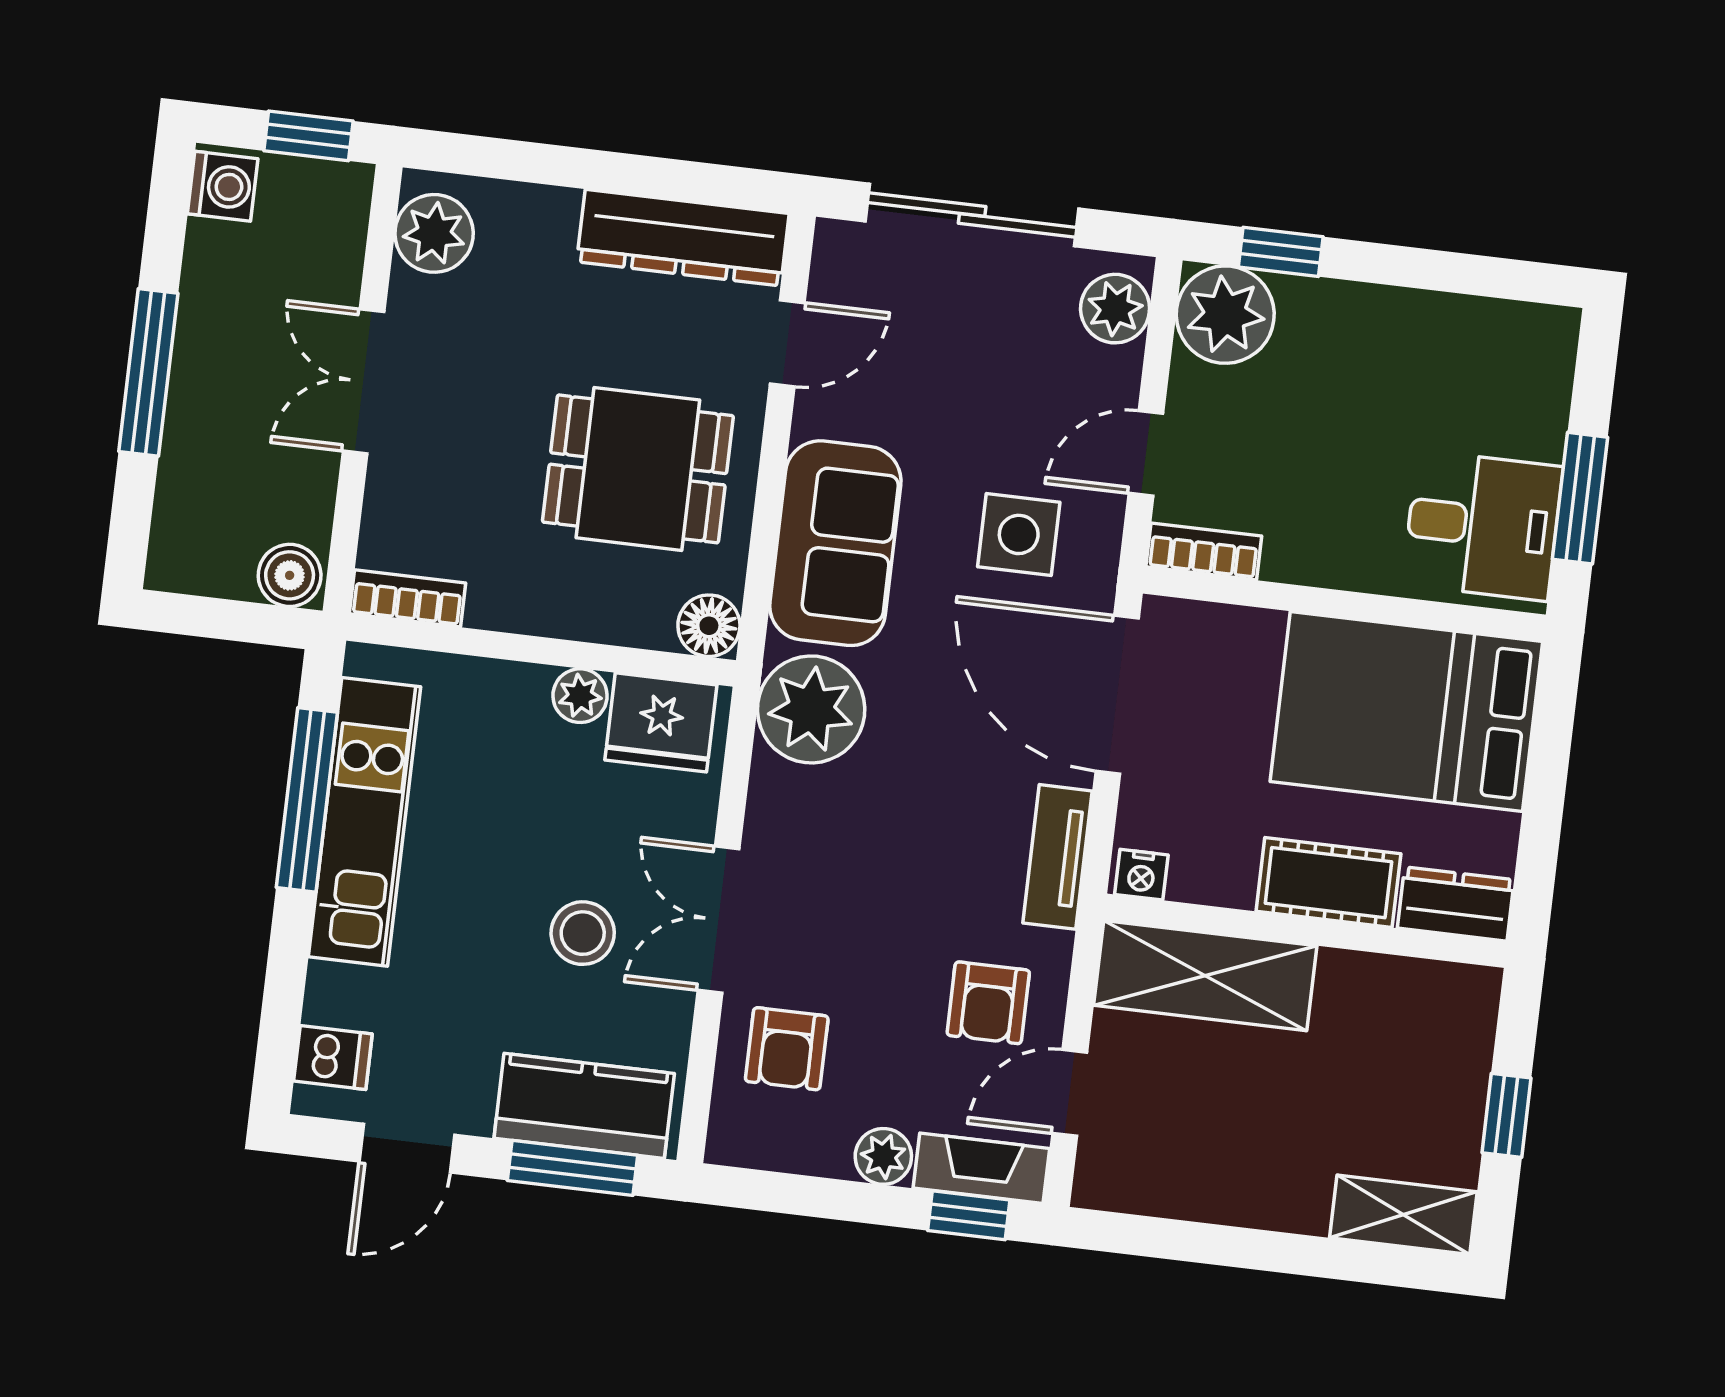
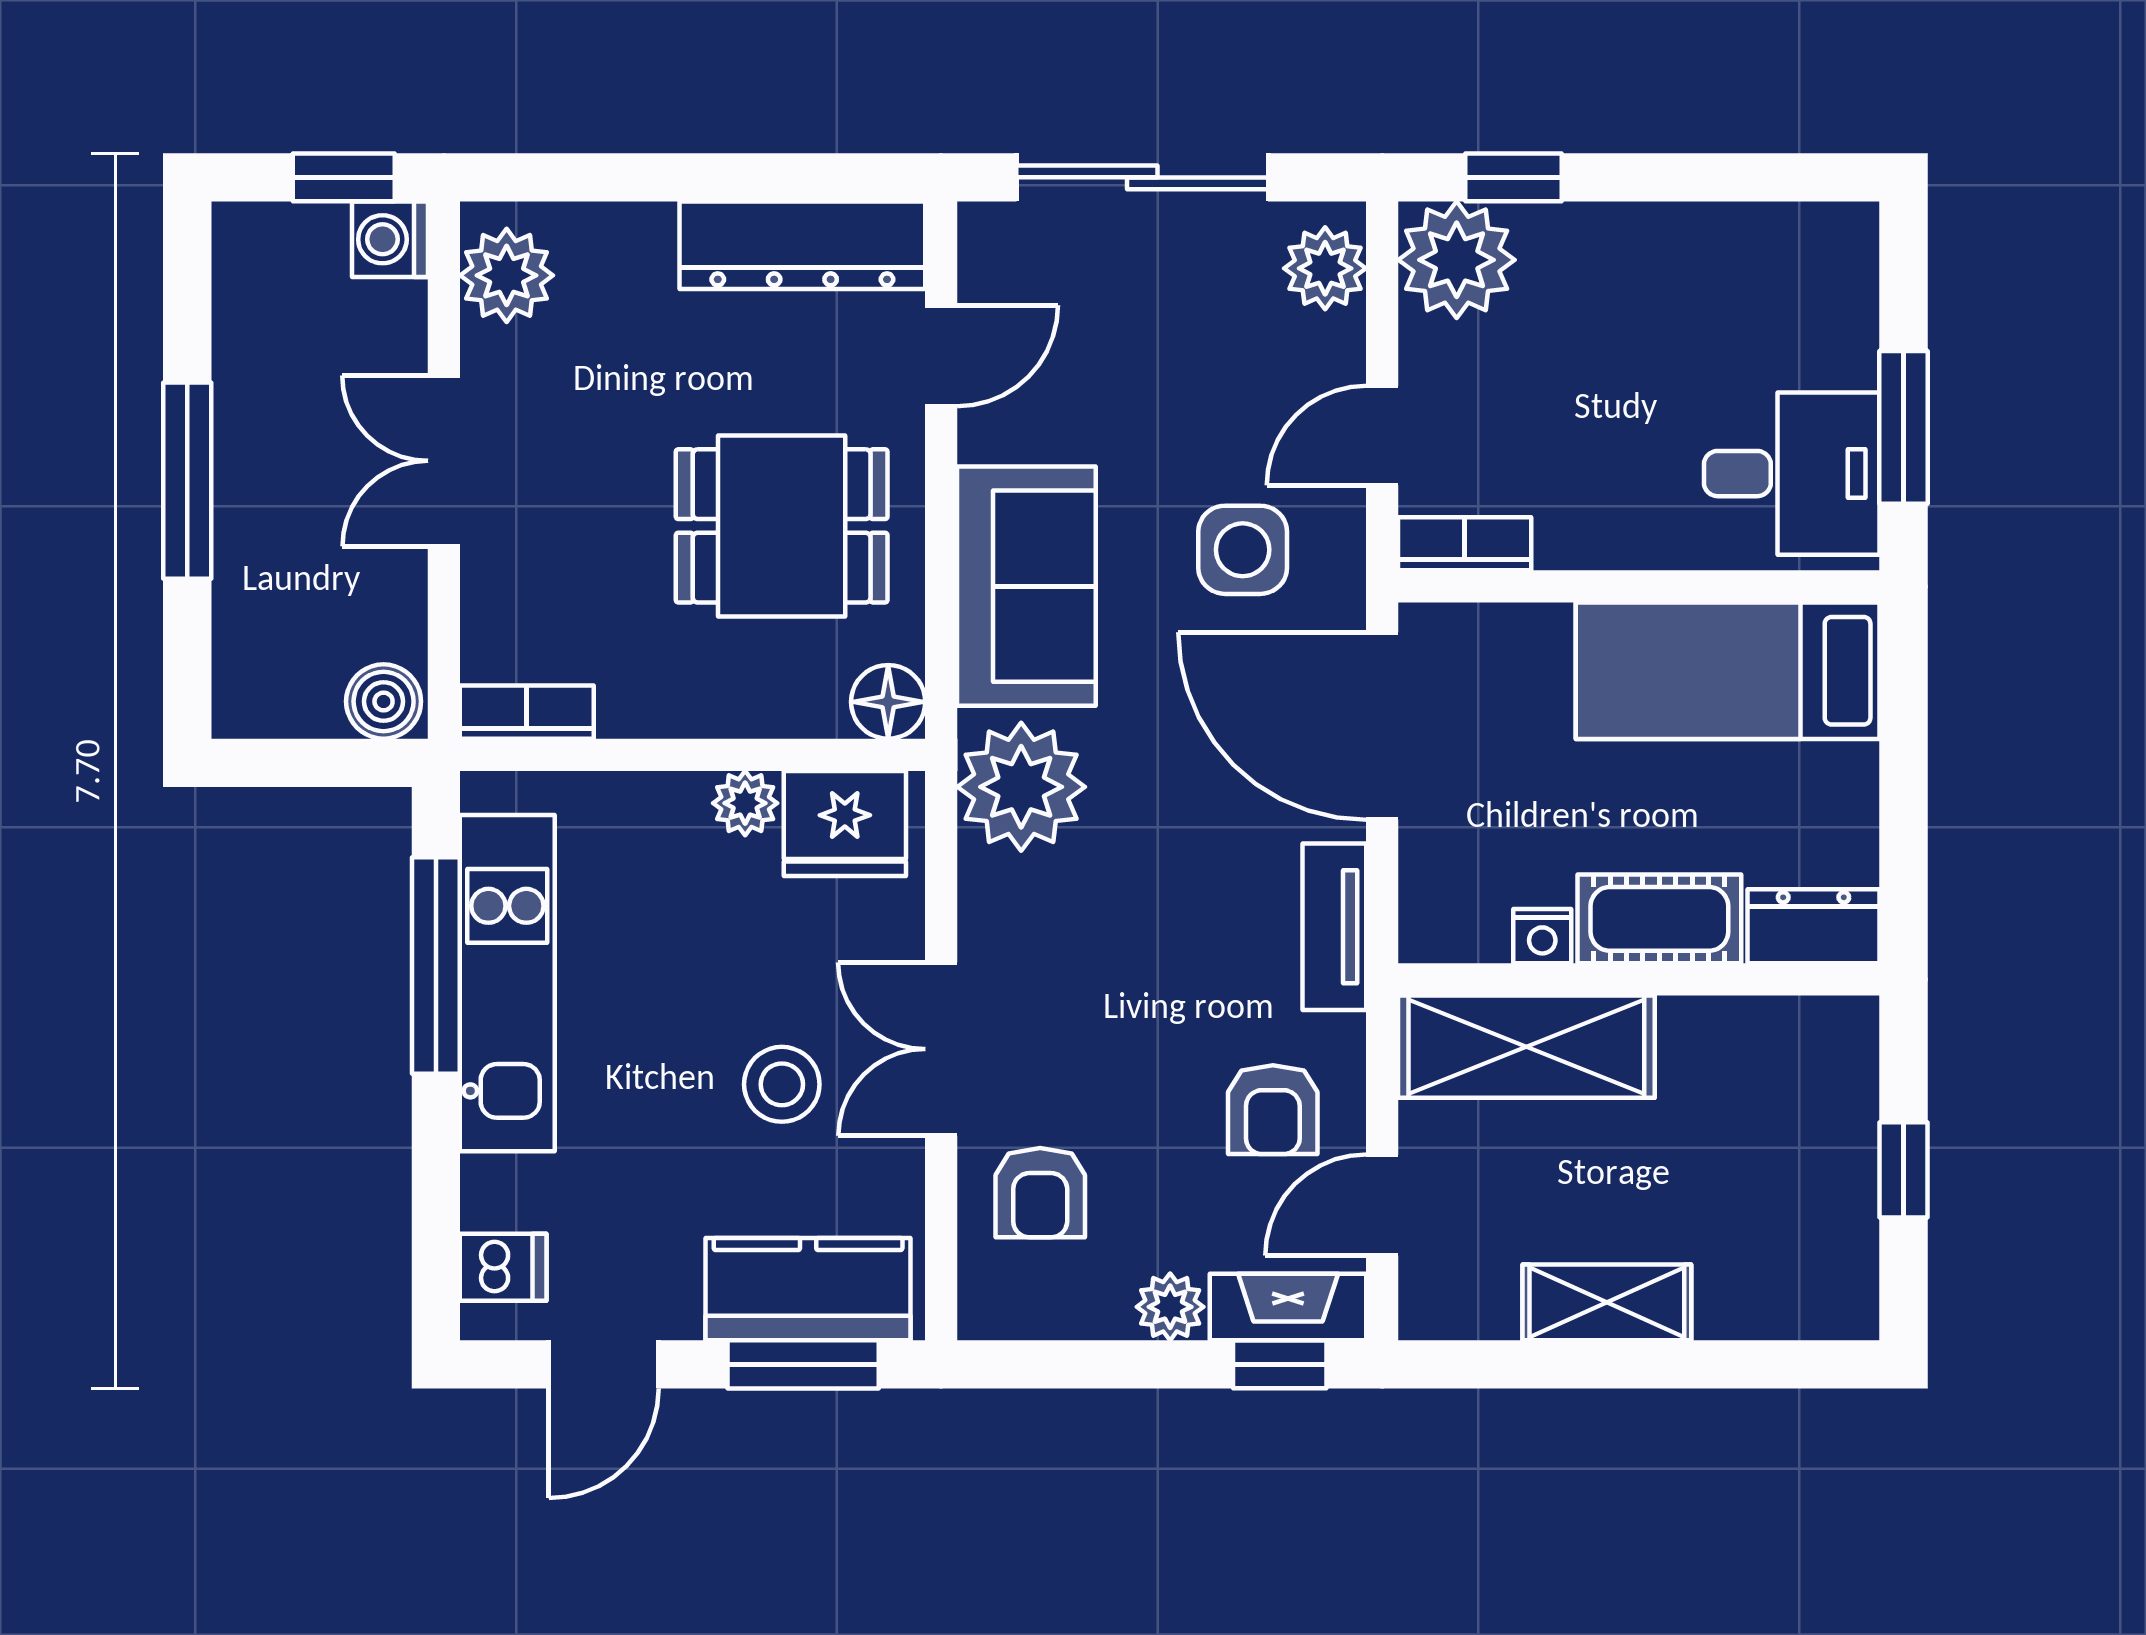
washing machine: (223, 186) -> (390, 239), moved, turned 180
bed: (1406, 711) -> (1728, 671), width x0.67
nightstand: (1141, 875) -> (1542, 936), moved
shelving: (1403, 1215) -> (1607, 1302), moved

